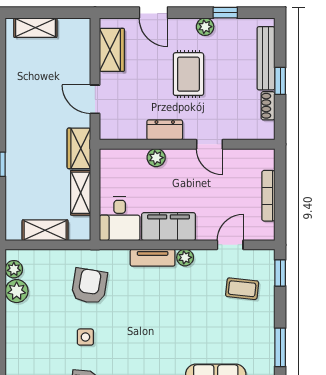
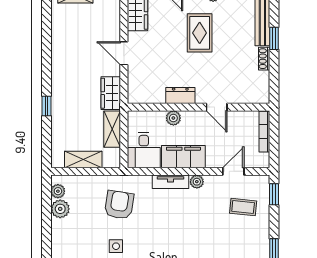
dresser: (165, 130) -> (180, 96), moved
wall: (187, 144) -> (198, 107), moved
door: (209, 144) -> (217, 107), moved
plant: (156, 158) -> (173, 118), moved

